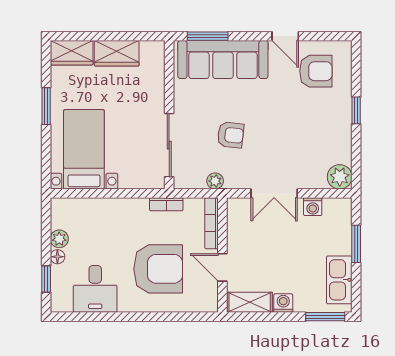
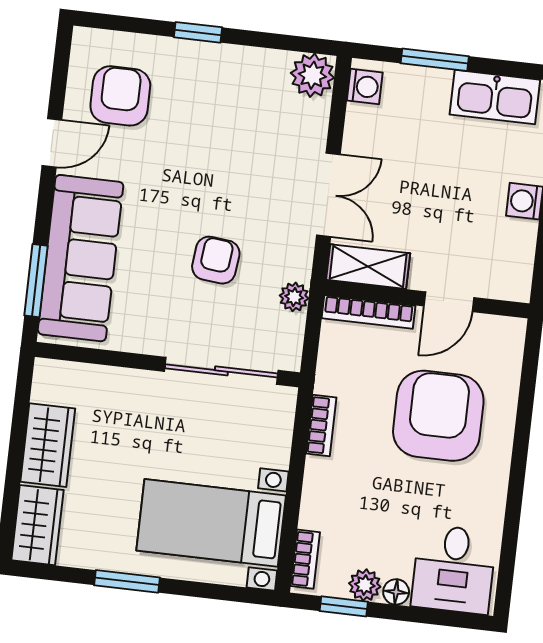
bookcase: (70, 204) -> (305, 559), added
bookcase: (166, 204) -> (321, 425), moved
washing machine: (313, 207) -> (365, 87), moved
window: (46, 279) -> (344, 606), moved
desk: (95, 289) -> (454, 569), moved, turned 90
shelving: (250, 302) -> (368, 267), moved, turned 90

